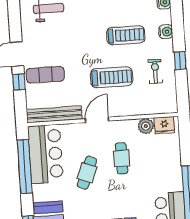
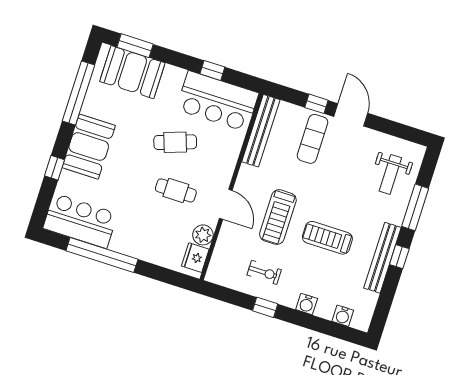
treadmill: (126, 35) -> (327, 238), moved, turned 90
door: (97, 120) -> (226, 204), moved
window: (25, 166) -> (212, 70), width x0.32
cafe table: (87, 173) -> (175, 142), turned -41

